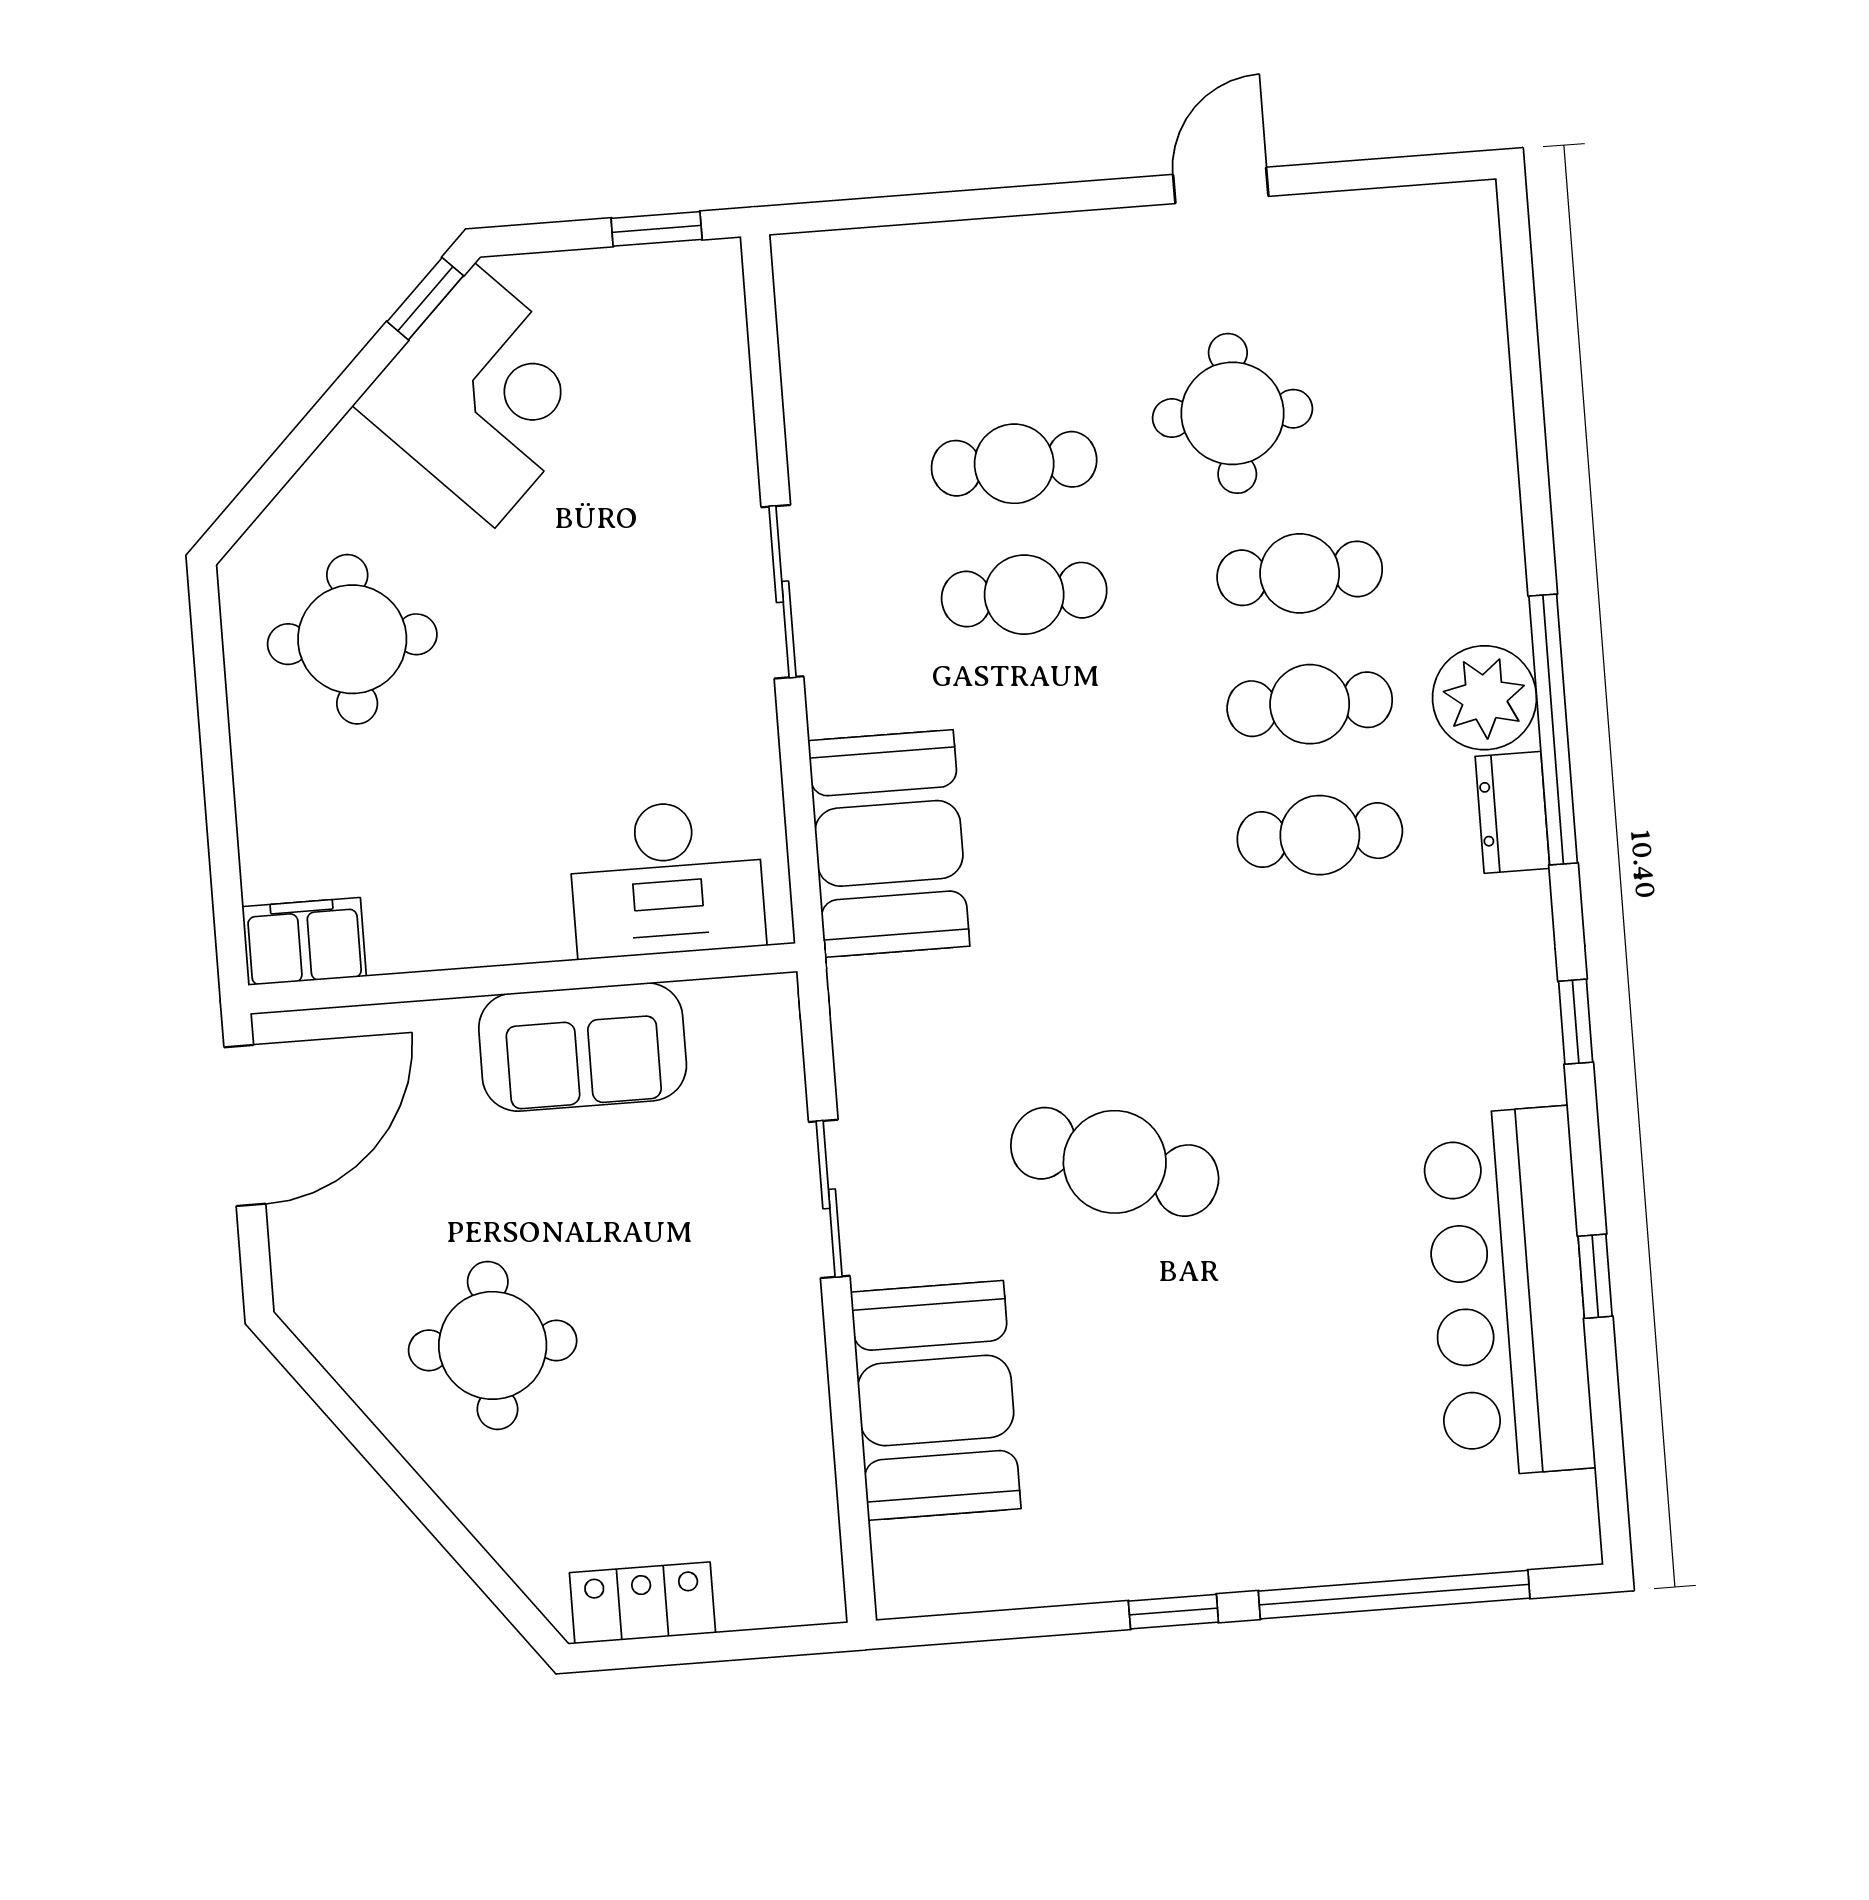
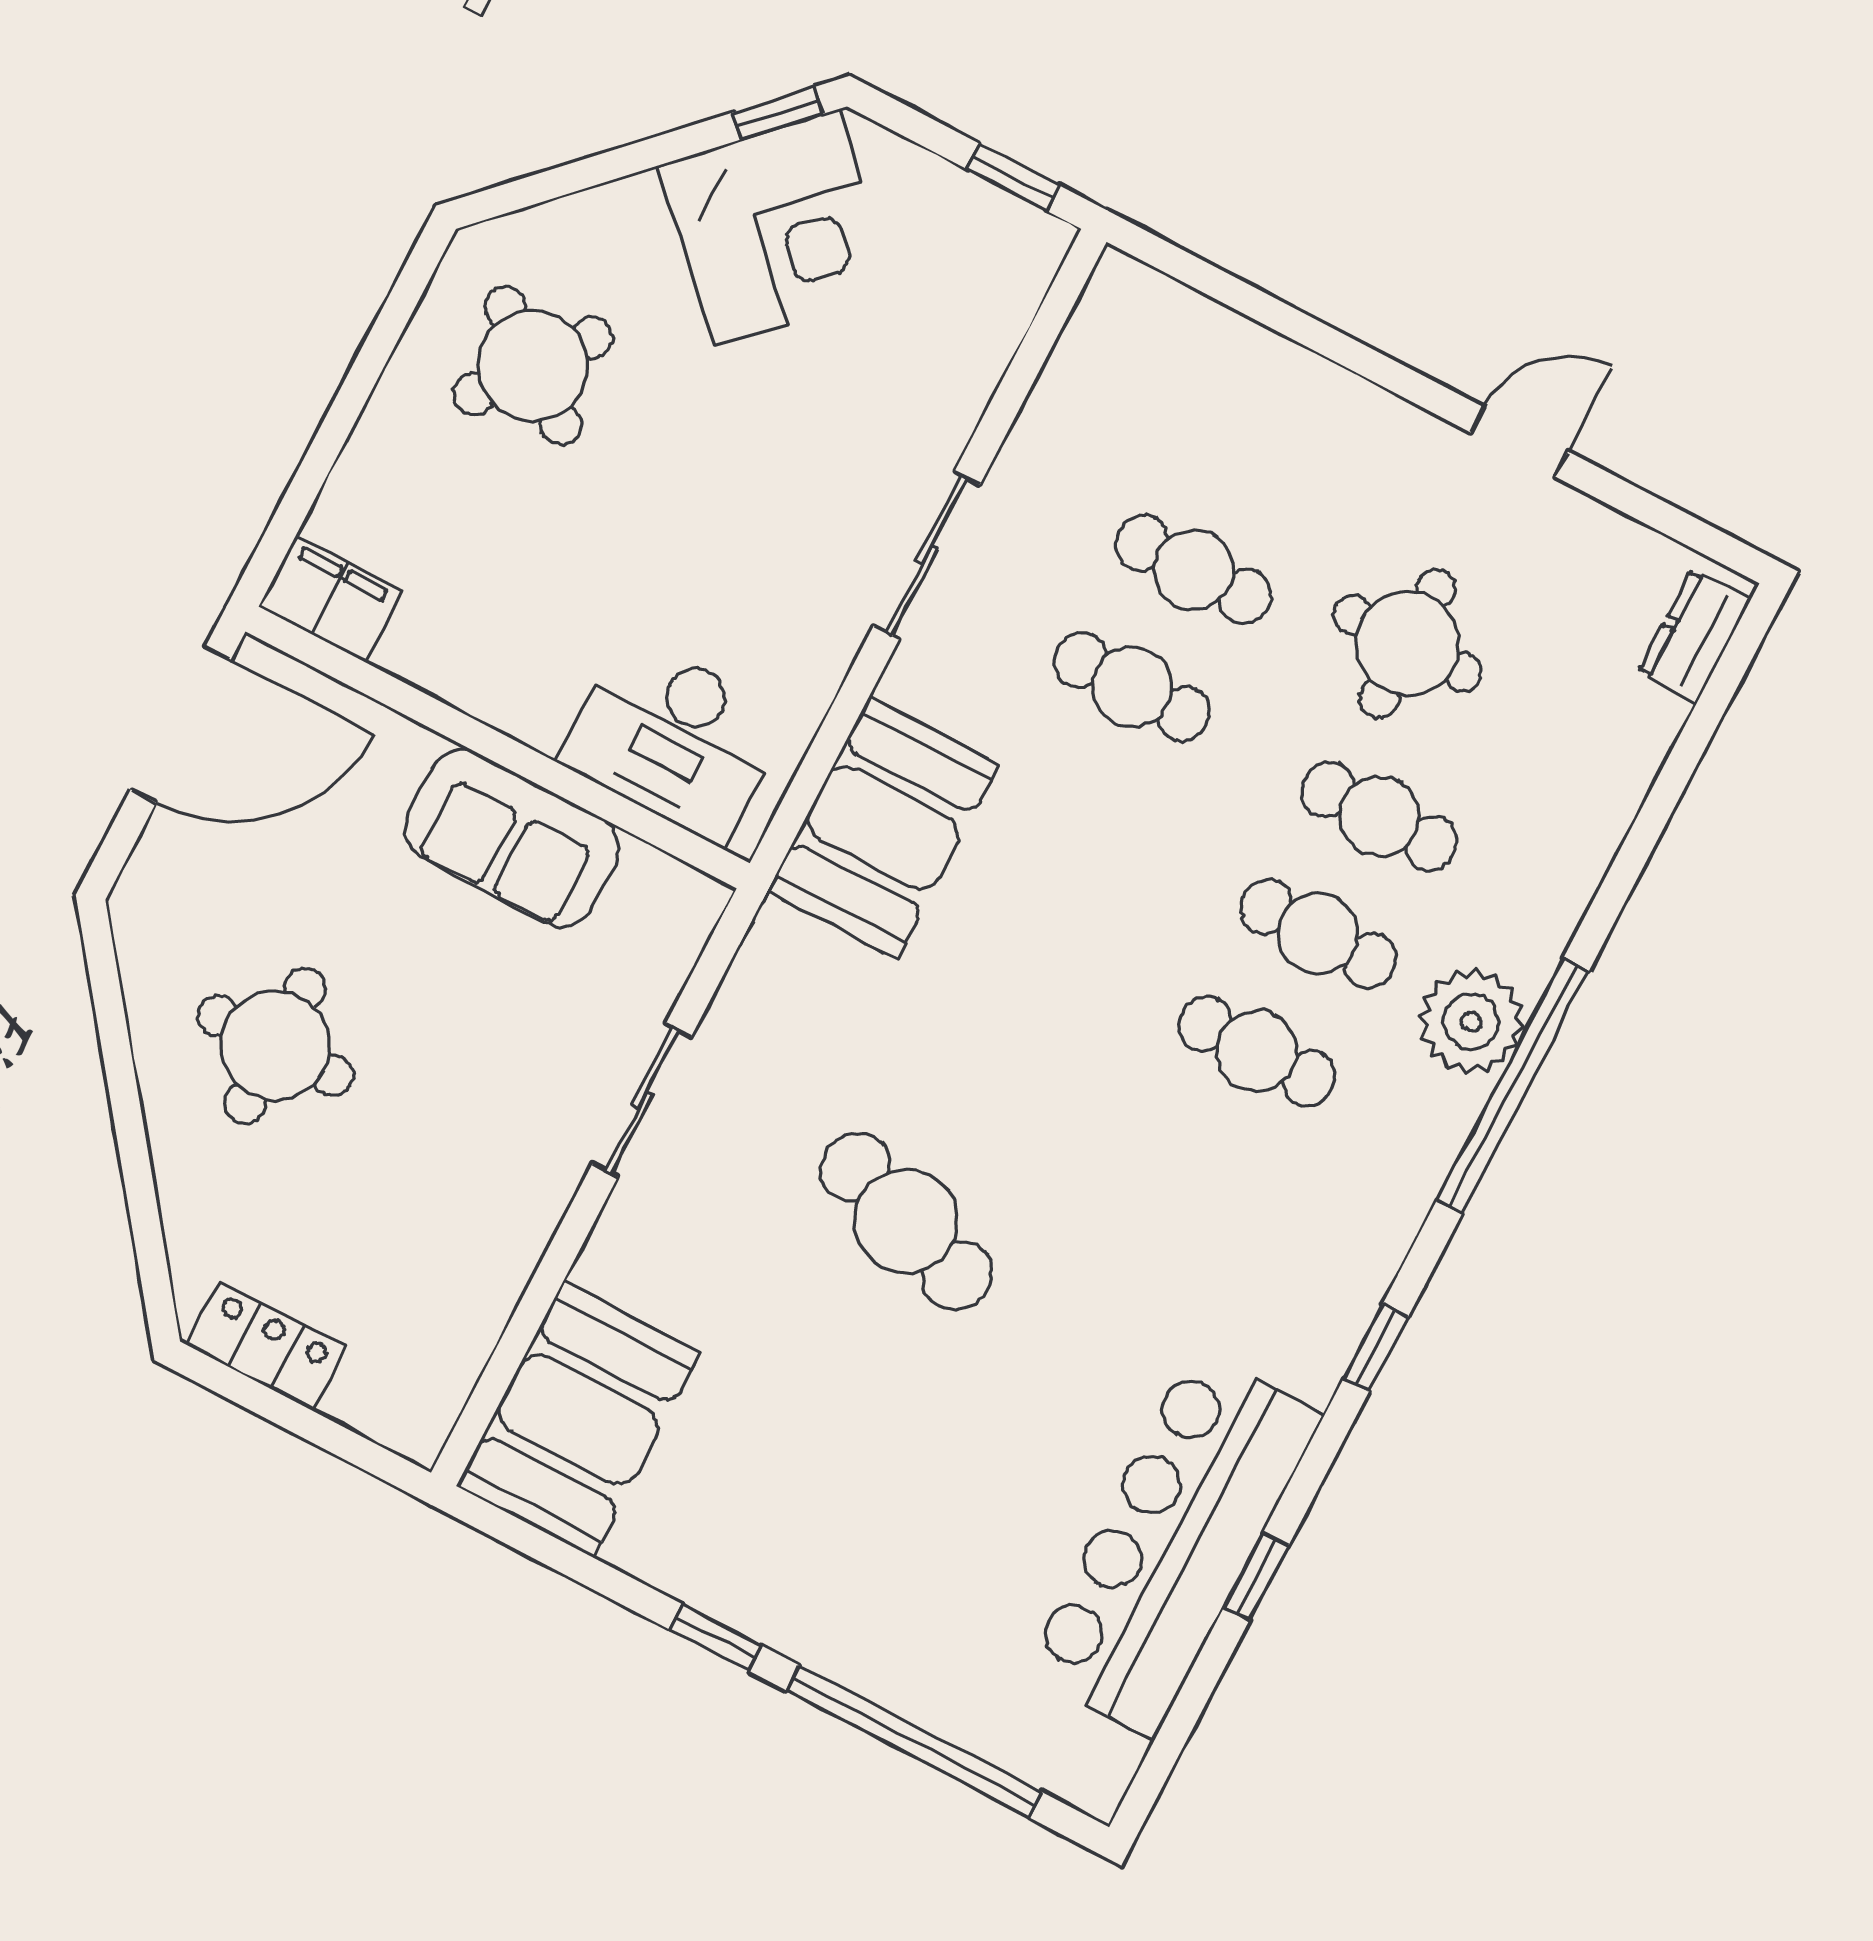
round table: (352, 639) -> (533, 366), turned 37
dresser: (1512, 812) -> (1695, 636), moved
booth: (936, 1400) -> (578, 1419), moved

